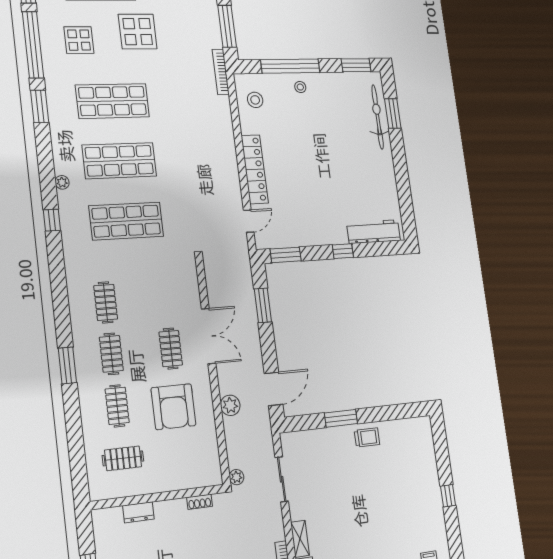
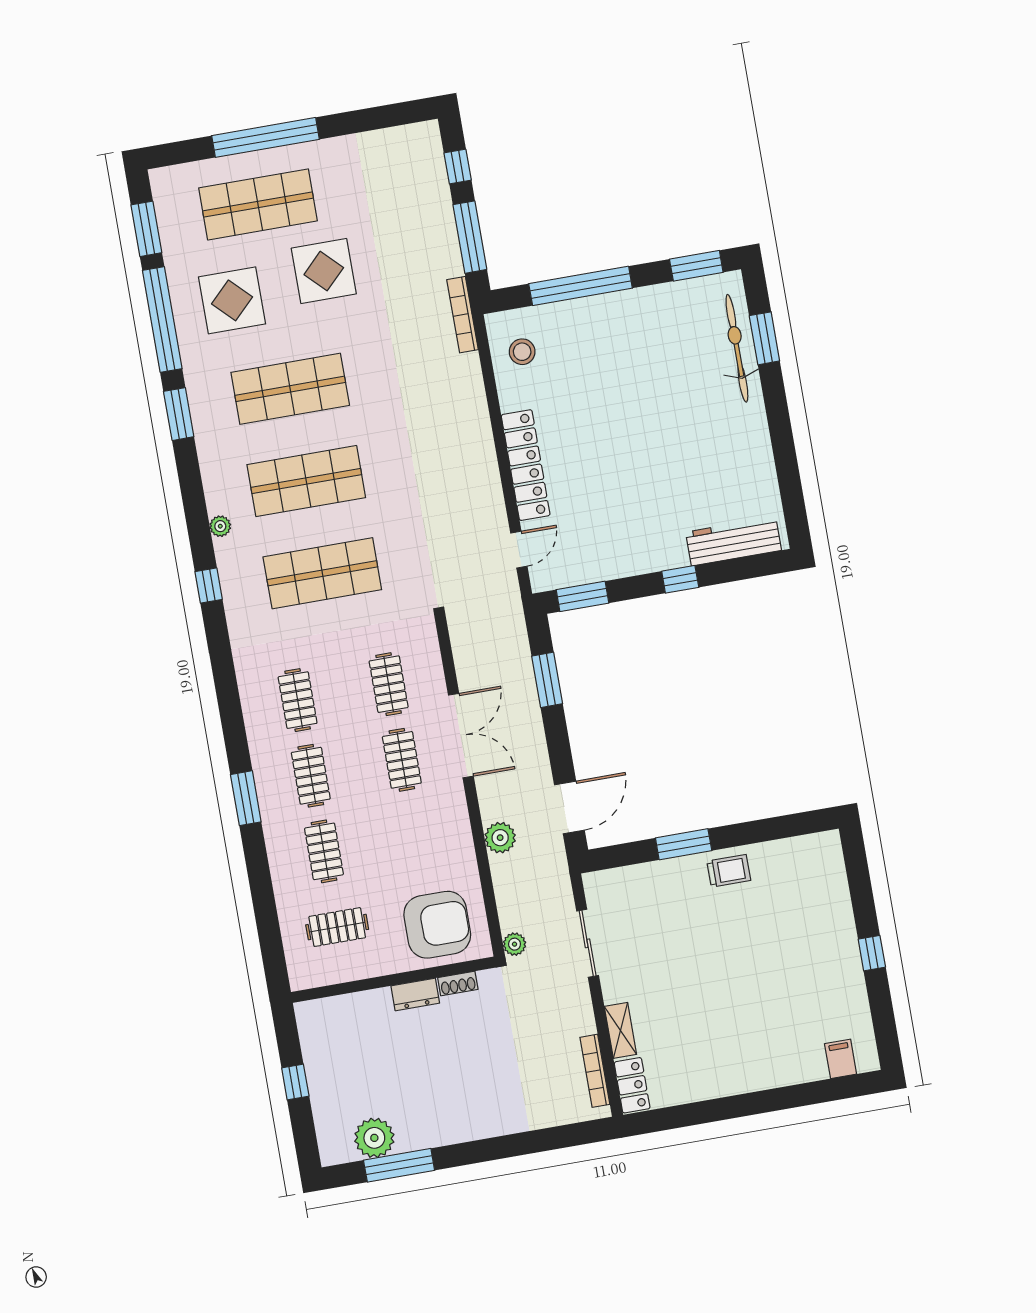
display table: (79, 40) -> (232, 300), width x1.36, depth x1.36
stool: (300, 87) -> (599, 318), removed
clothes rail: (165, 298) -> (389, 684), added
armchair: (173, 407) -> (437, 925), moved, turned -90
dresser: (138, 512) -> (415, 994), moved

